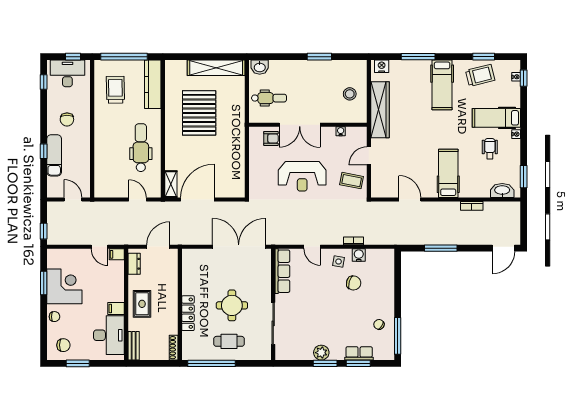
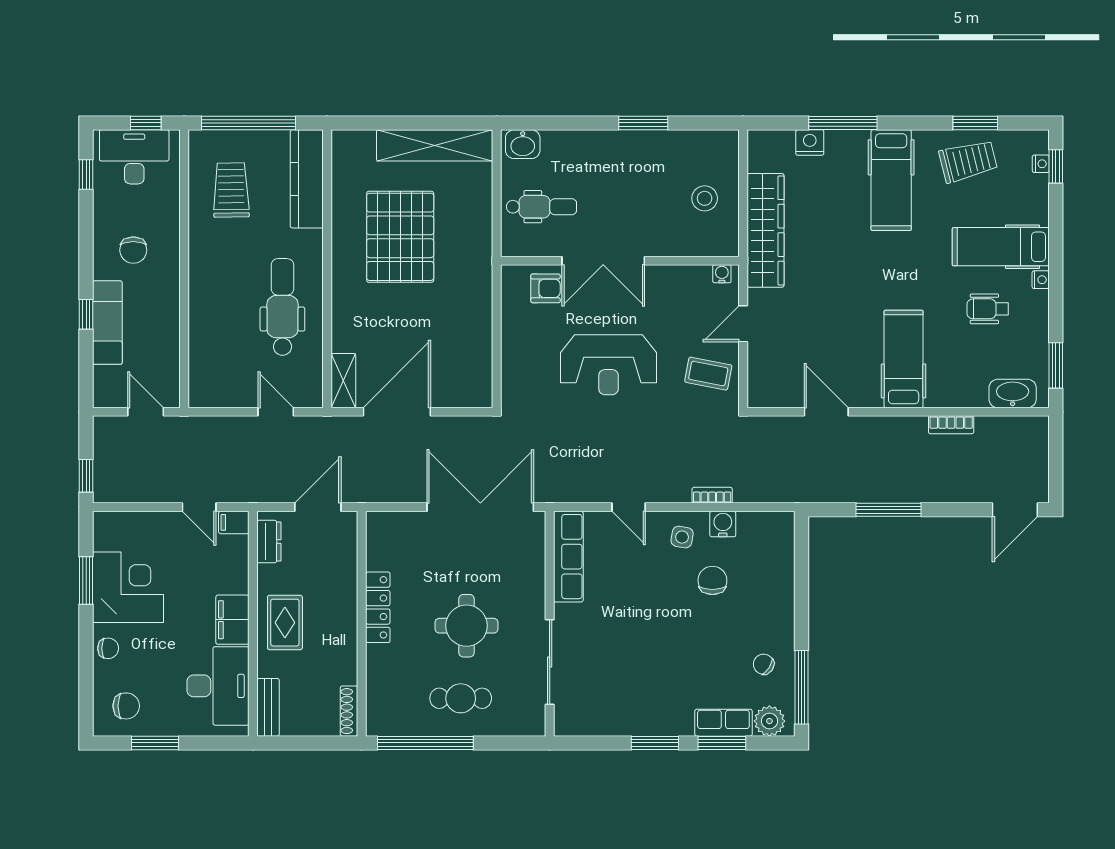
nightstand: (382, 66) -> (810, 142), moved
water cooler: (341, 131) -> (722, 274), moved
wheelchair: (490, 149) -> (988, 309), turned -90
chair: (354, 283) -> (712, 580), turned -106
filing cabinet: (116, 309) -> (232, 620), width x2.00
locker: (188, 313) -> (378, 607), moved
plant: (321, 353) -> (769, 721), moved

